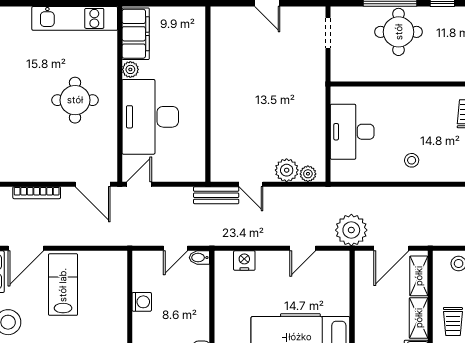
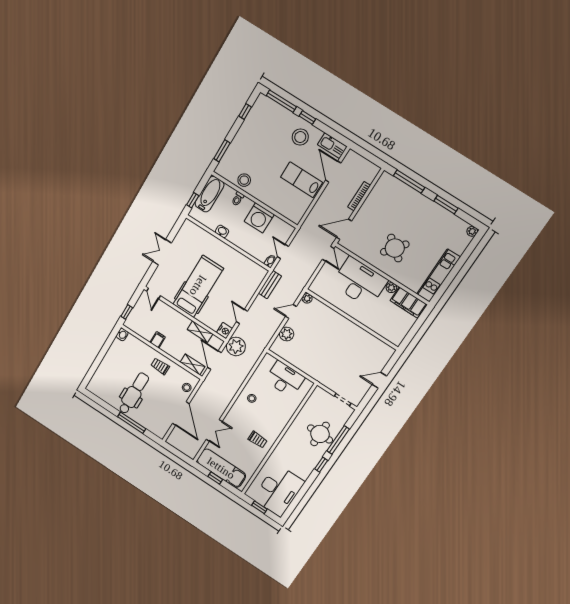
round table: (75, 100) -> (395, 248), turned 38
plant: (308, 174) -> (307, 298), moved
bench: (216, 195) -> (270, 285), moved
nightstand: (244, 261) -> (224, 331), moved
lab bench: (63, 285) -> (301, 180), turned 180
washing machine: (142, 302) -> (259, 218), width x1.89, depth x1.89
shelving: (419, 318) -> (200, 332), moved

